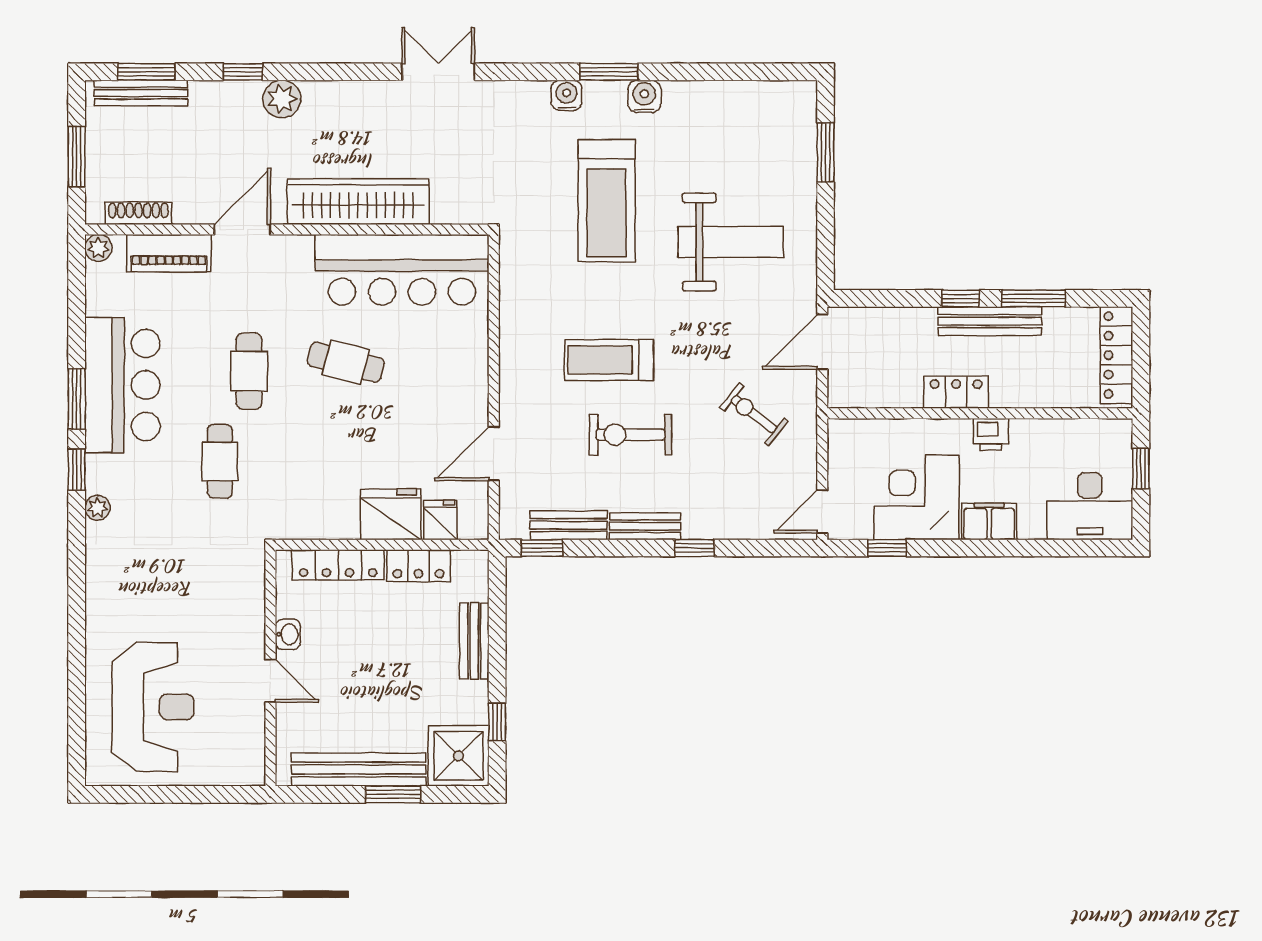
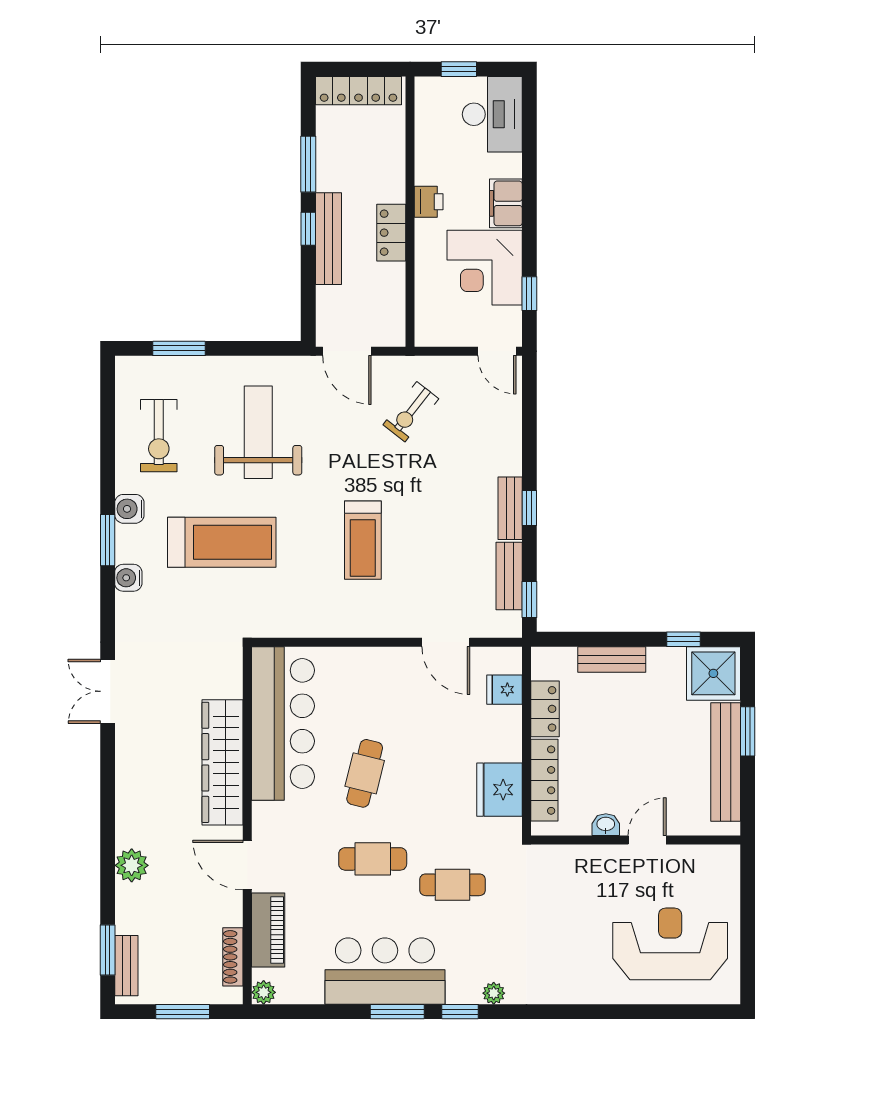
window: (243, 72) -> (108, 864), removed
bench: (141, 93) -> (126, 966), width x0.73
plant: (282, 99) -> (132, 865), moved
bench: (990, 321) -> (328, 239), moved
exercise bike: (630, 435) -> (159, 436), moved
fridge: (391, 514) -> (499, 790), moved
window: (695, 548) -> (529, 508), moved

